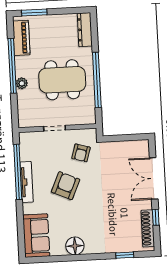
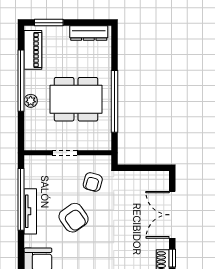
dresser: (85, 30) -> (89, 33), moved, turned -90
armchair: (66, 186) -> (74, 218), turned 121

